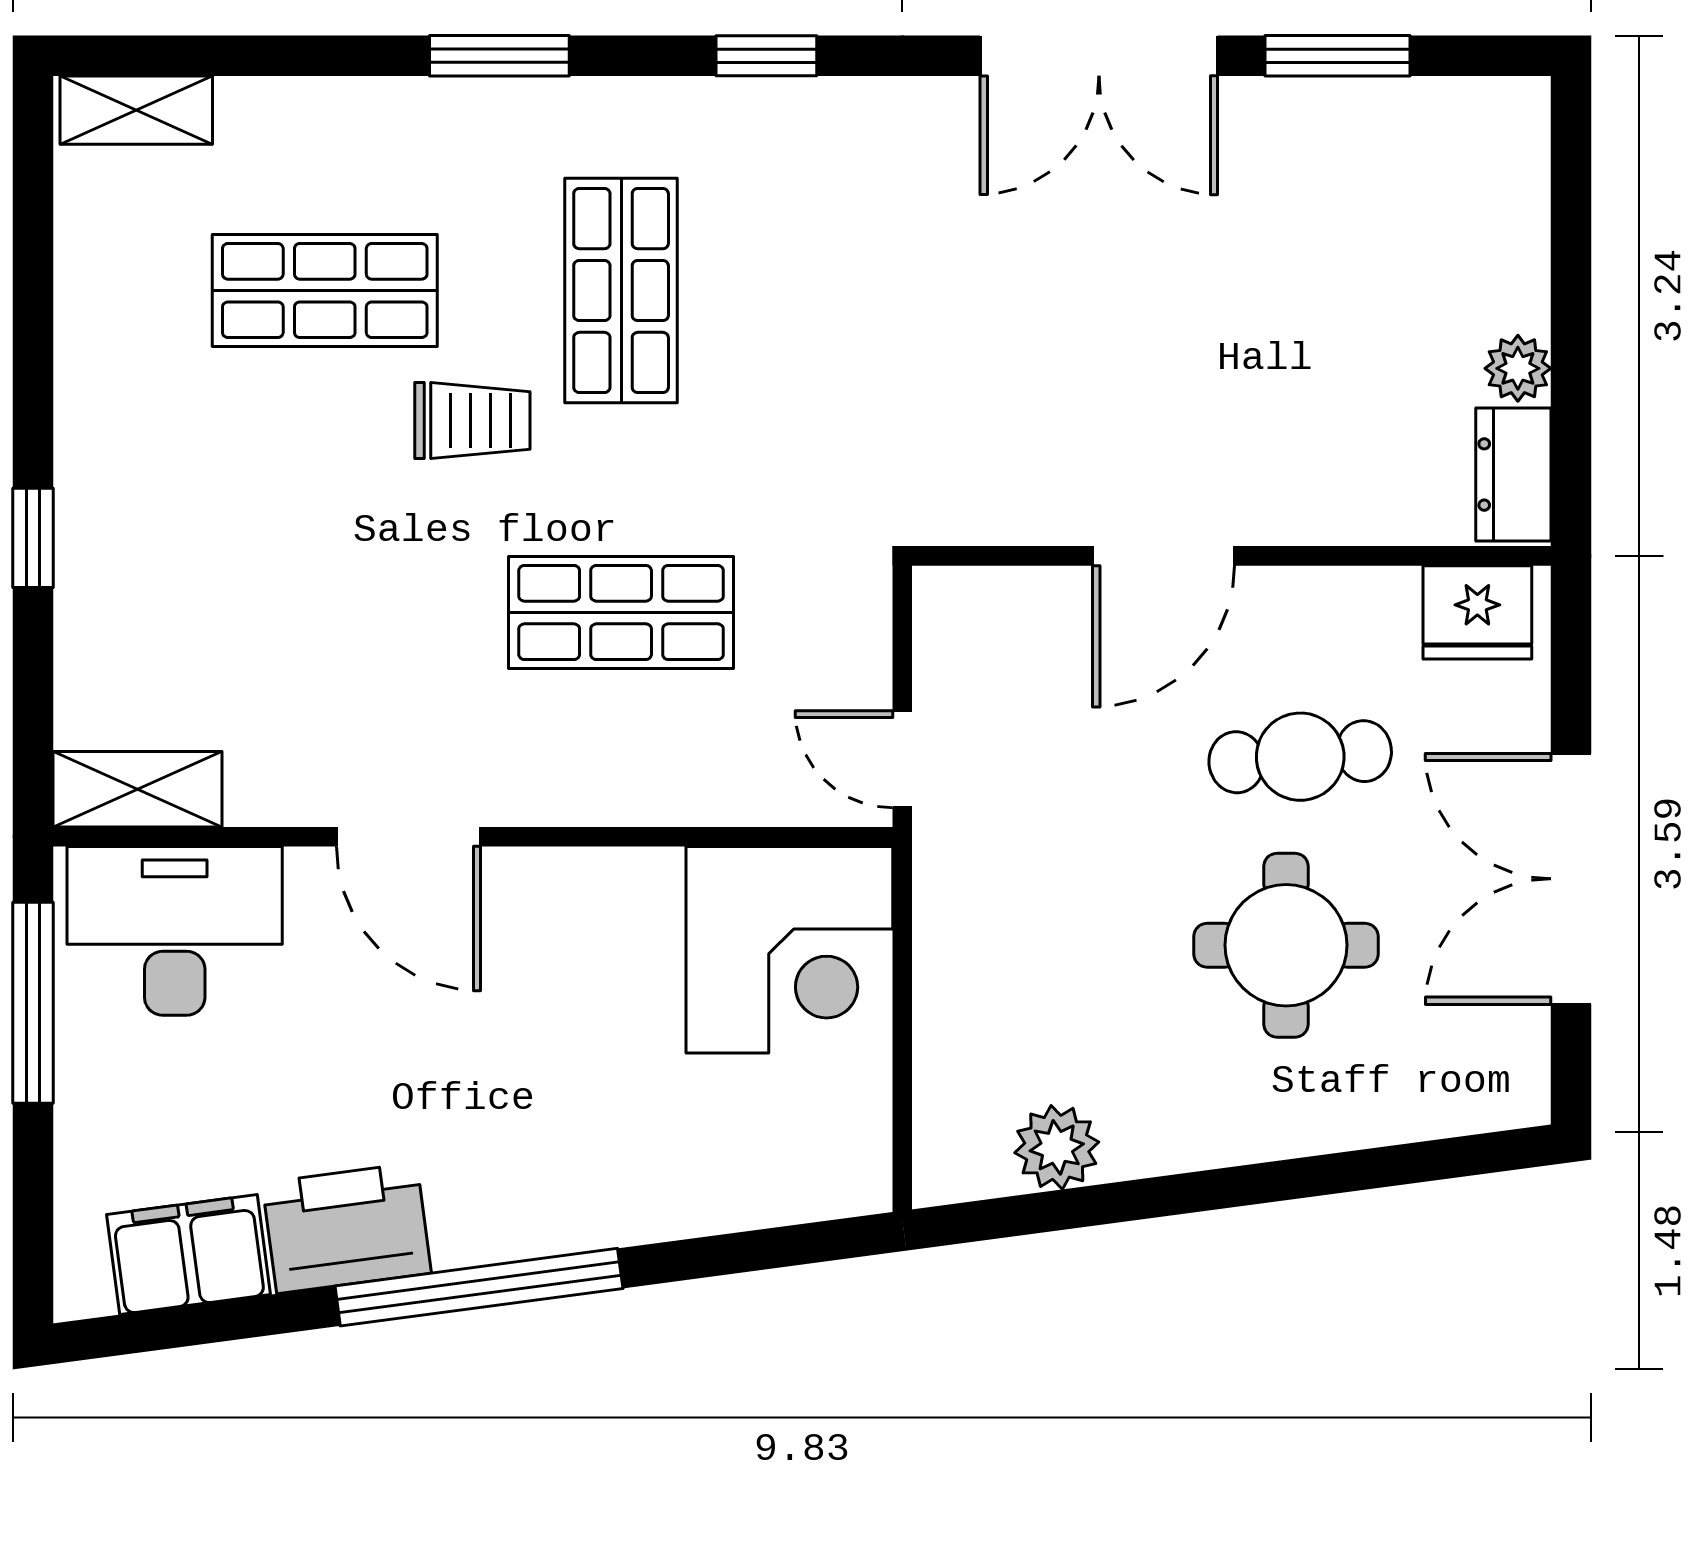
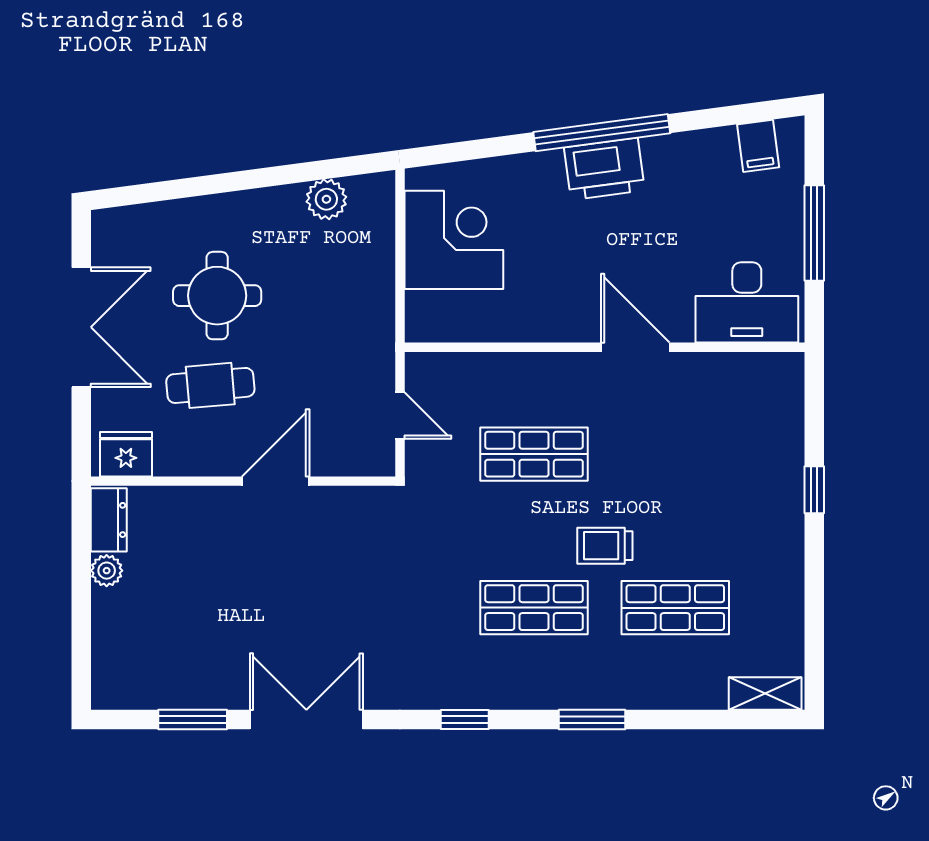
shop shelf: (621, 291) -> (534, 608), turned 90
door: (902, 759) -> (400, 416), moved
shelving: (137, 789) -> (765, 370), removed
corner desk: (789, 950) -> (454, 240), moved, turned 90
window: (33, 1003) -> (814, 233), moved
printer: (347, 1228) -> (604, 169), moved
filing cabinet: (188, 1254) -> (758, 146), width x0.50

